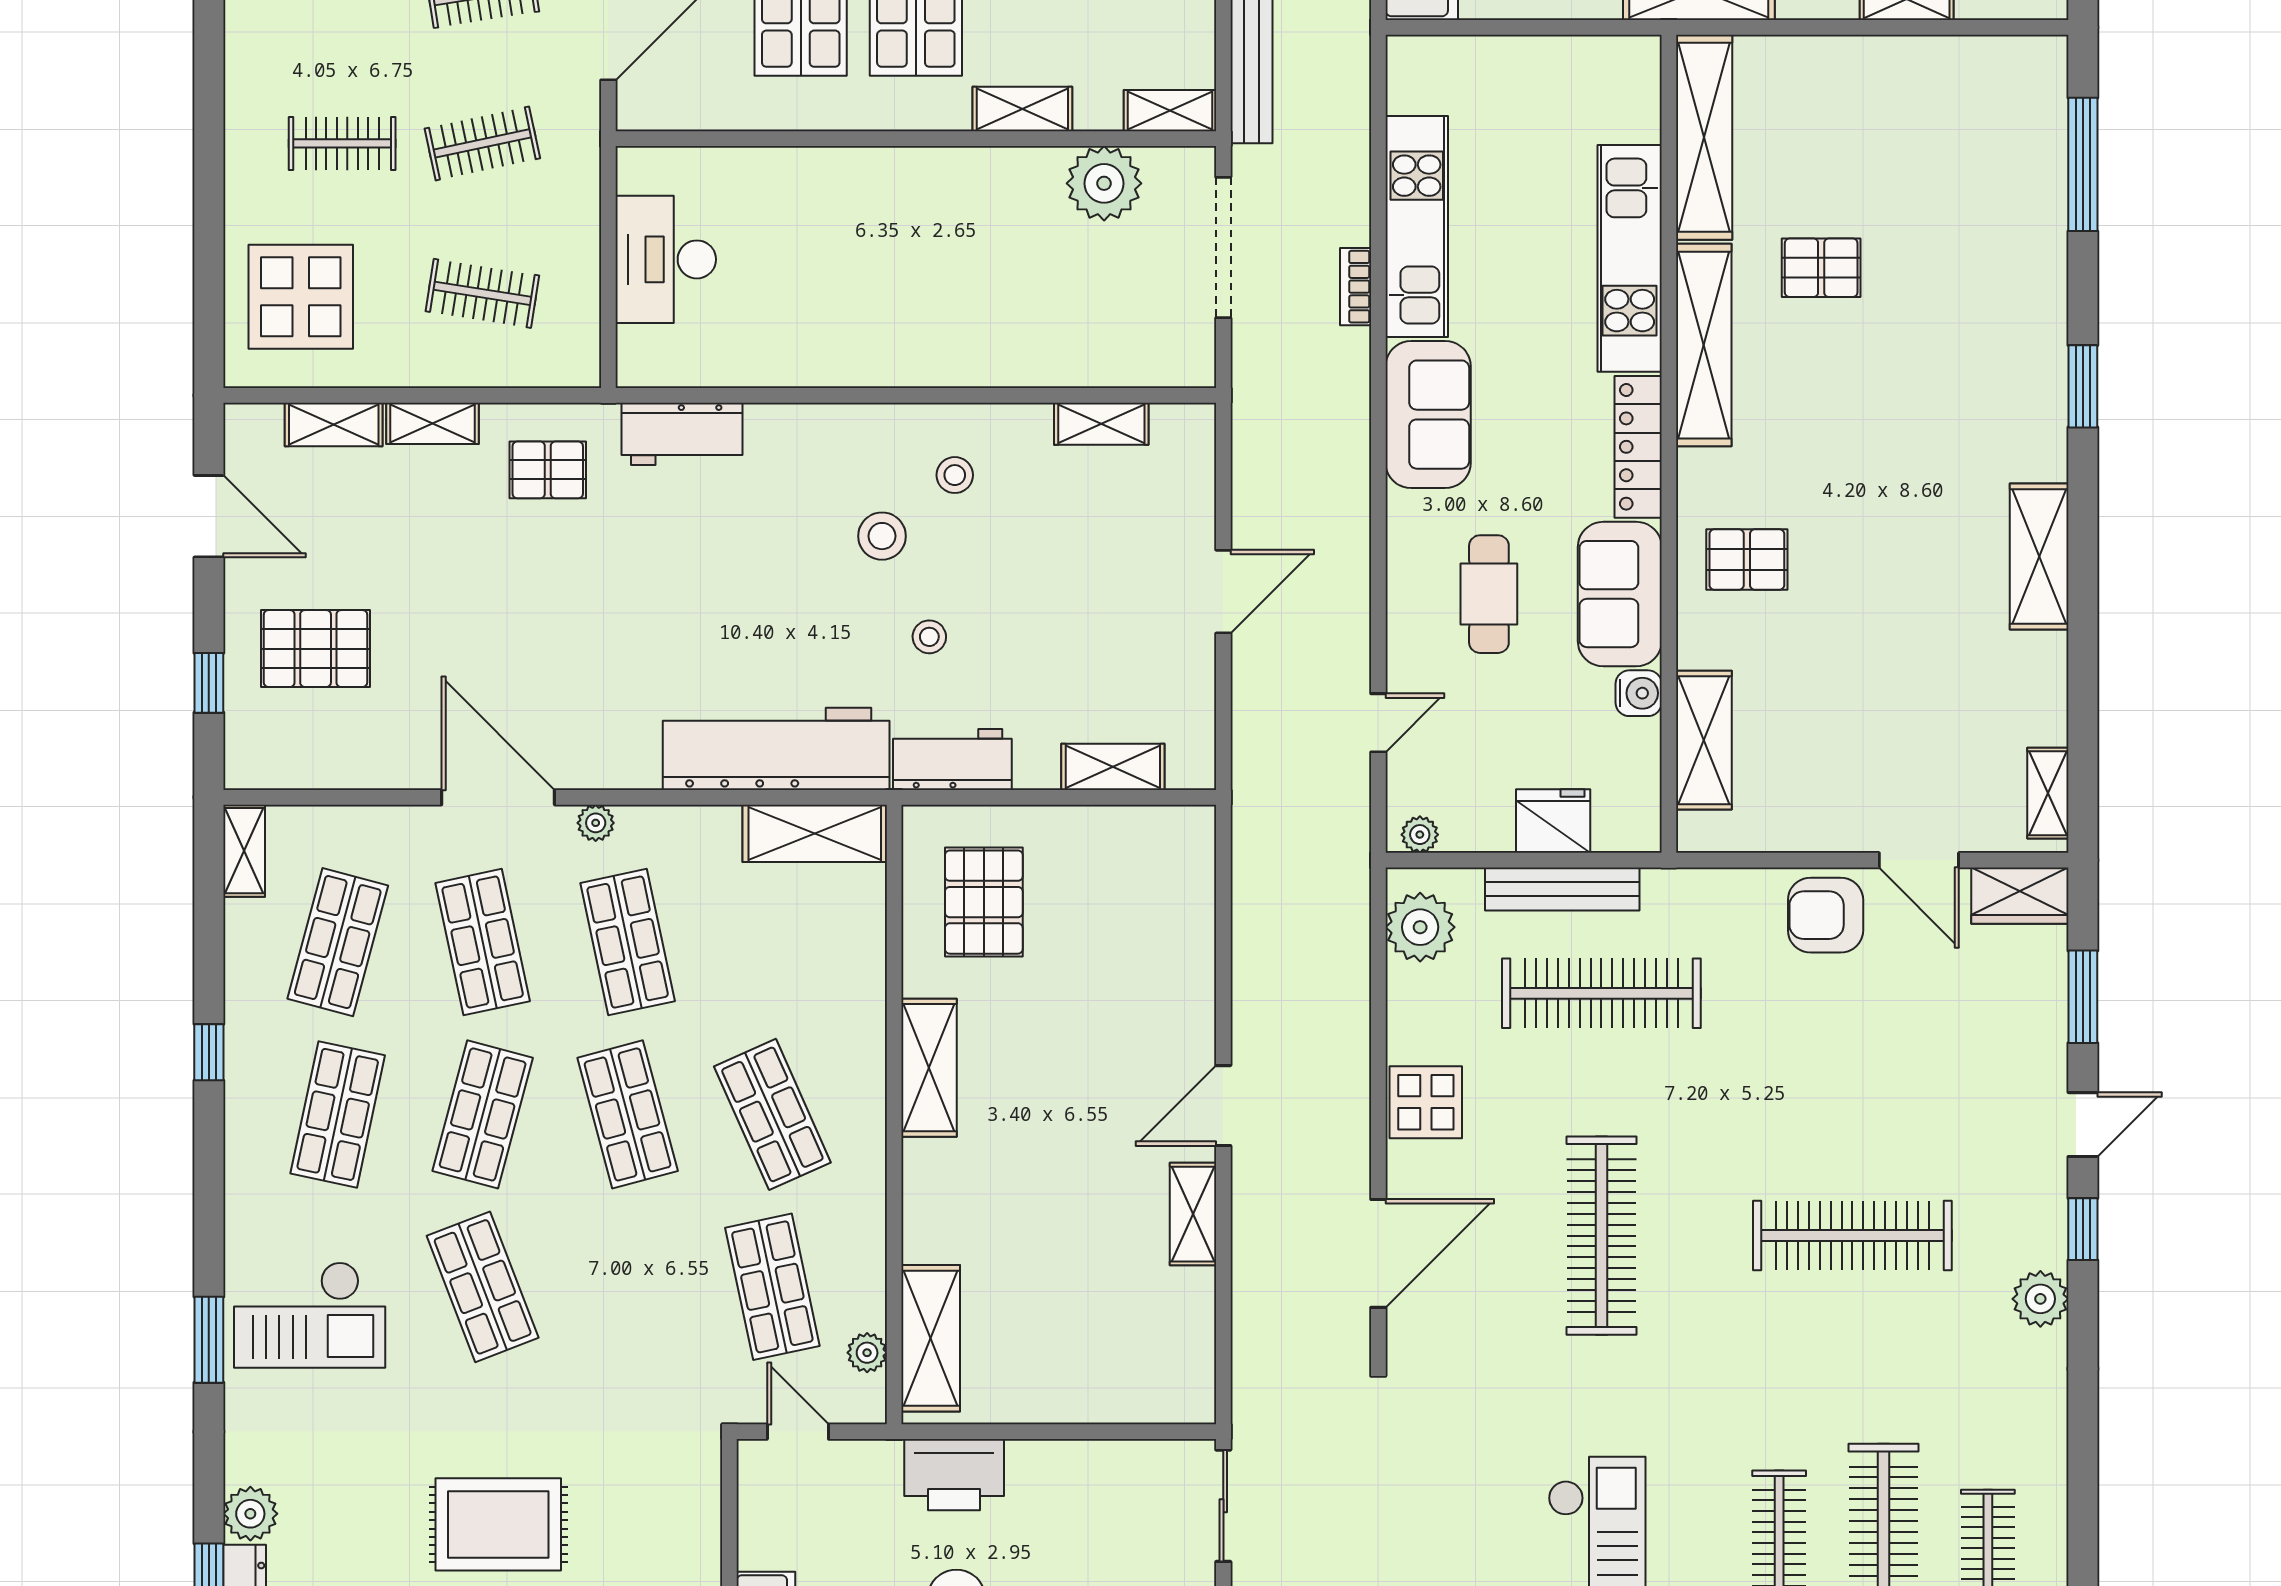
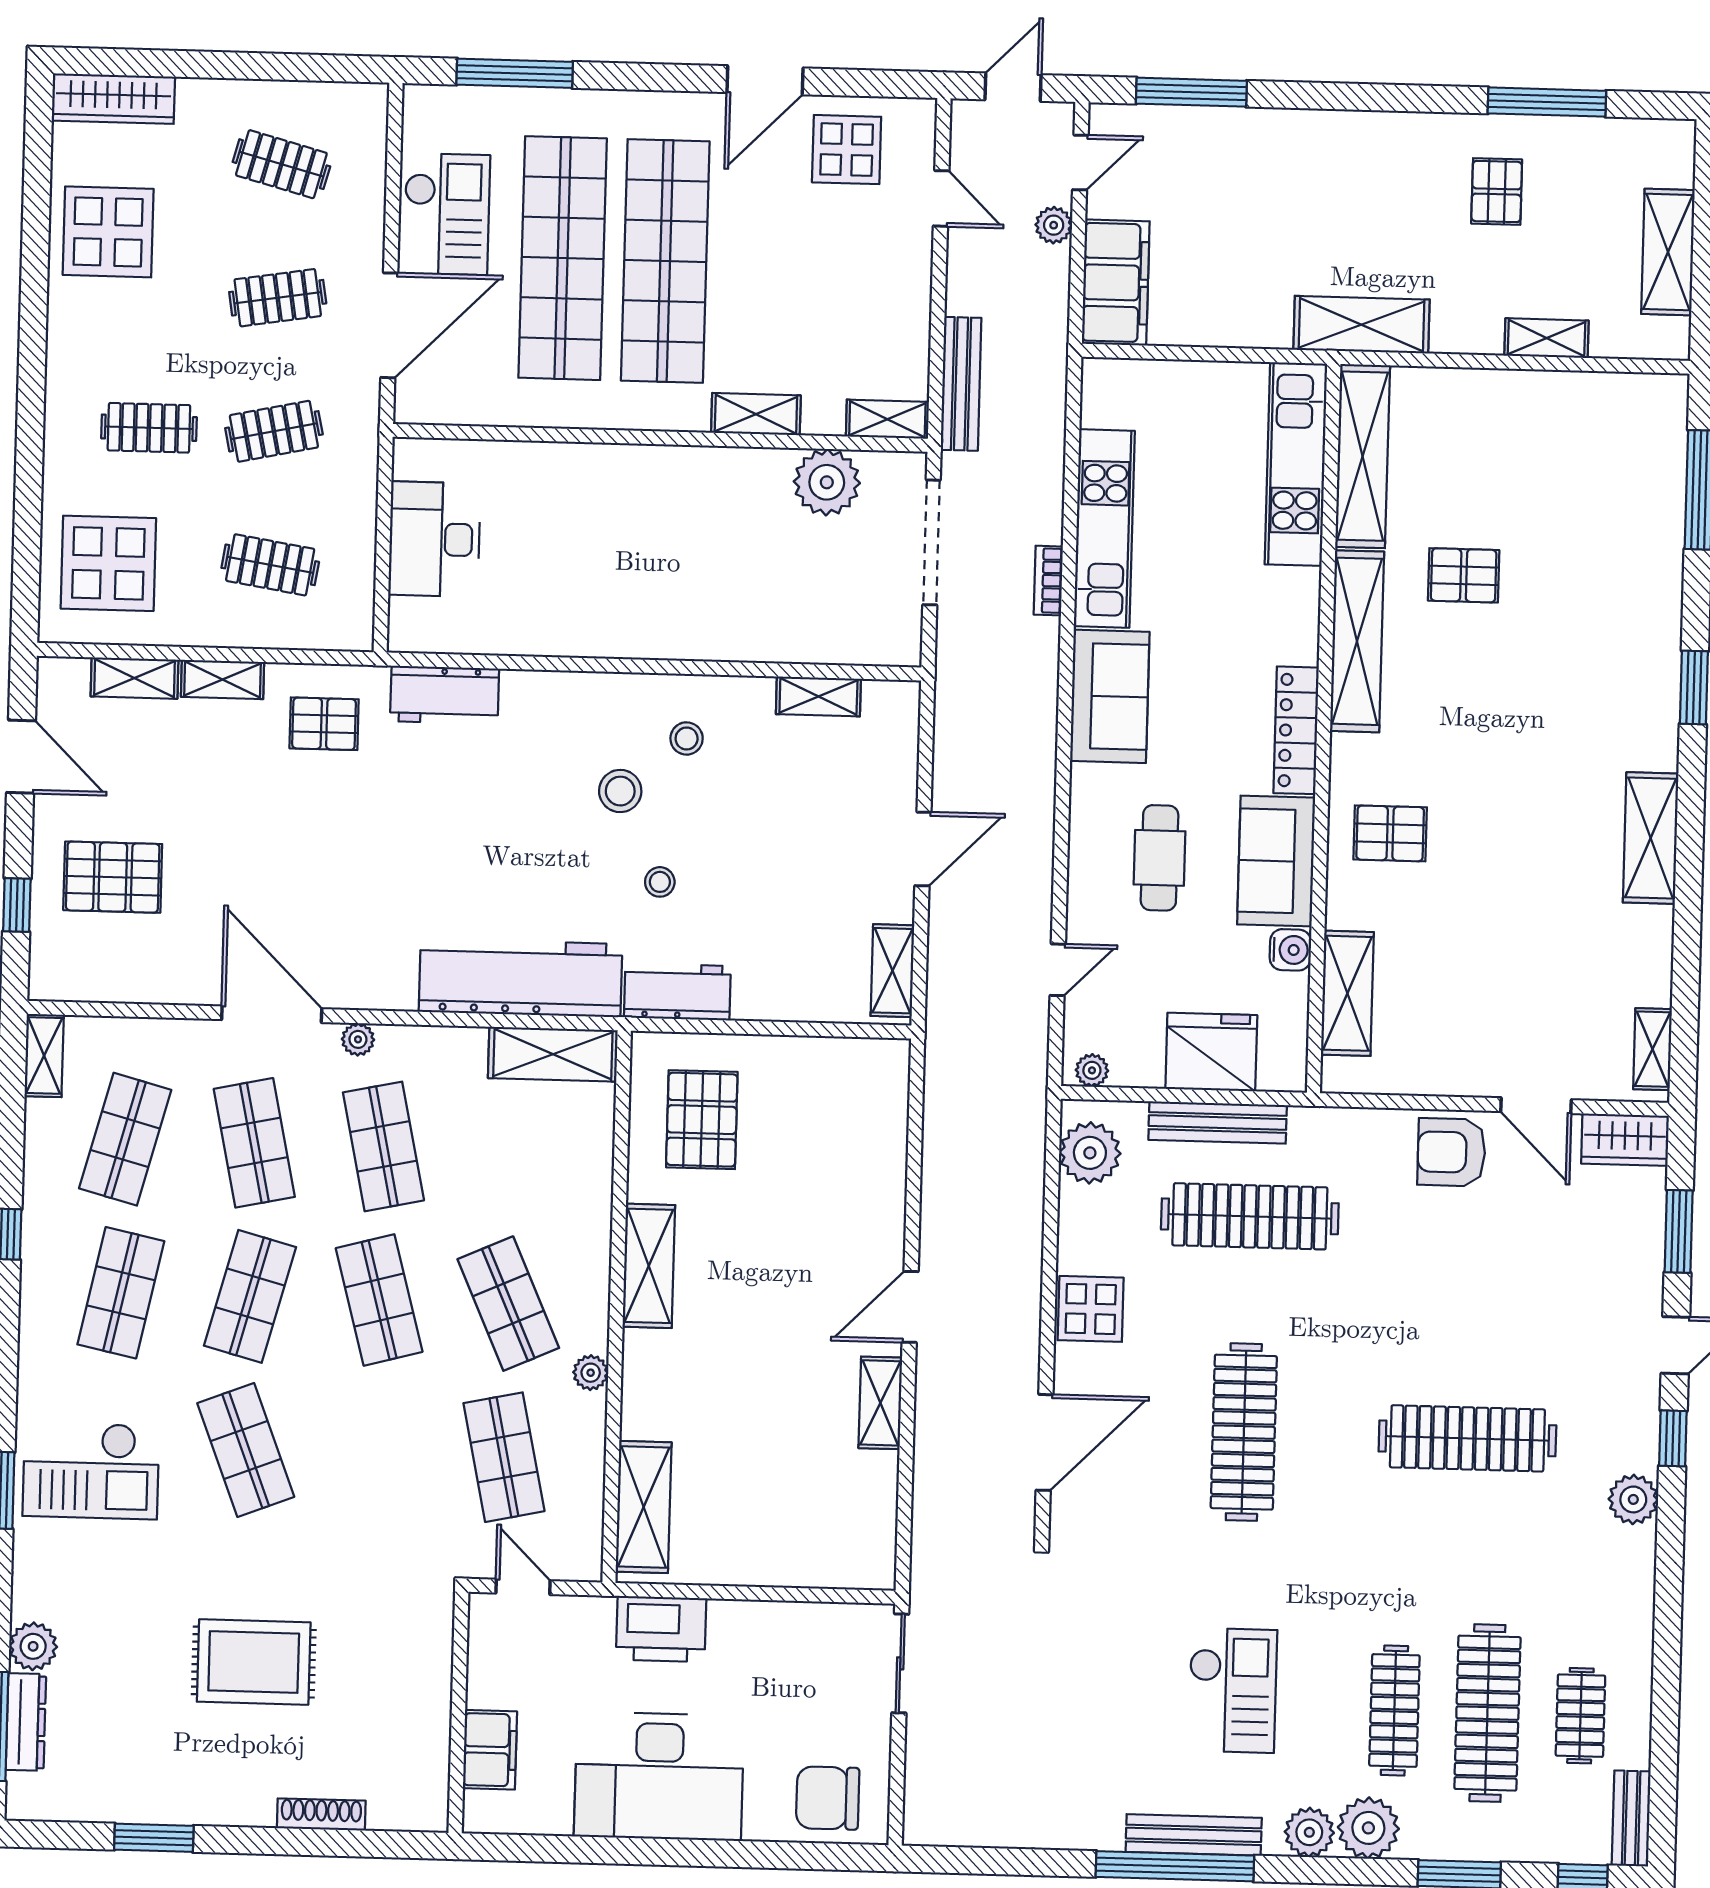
kitchen unit: (1630, 258) -> (1296, 464), moved
shelving: (1113, 767) -> (892, 971), moved, turned 90
fridge: (1553, 821) -> (1211, 1052), width x1.36, depth x1.34
plant: (867, 1353) -> (591, 1373), moved

